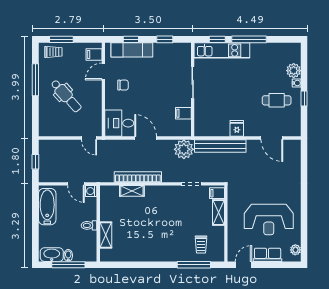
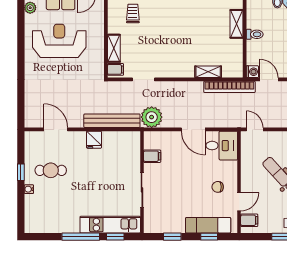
plant: (294, 71) -> (32, 203), removed
bookcase: (138, 177) -> (229, 87), moved

